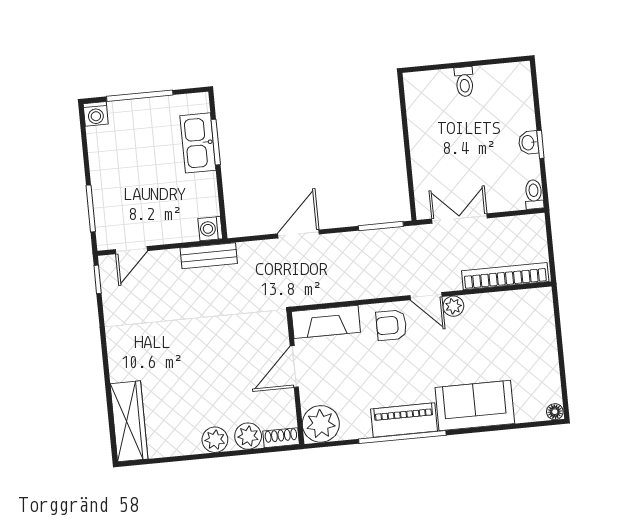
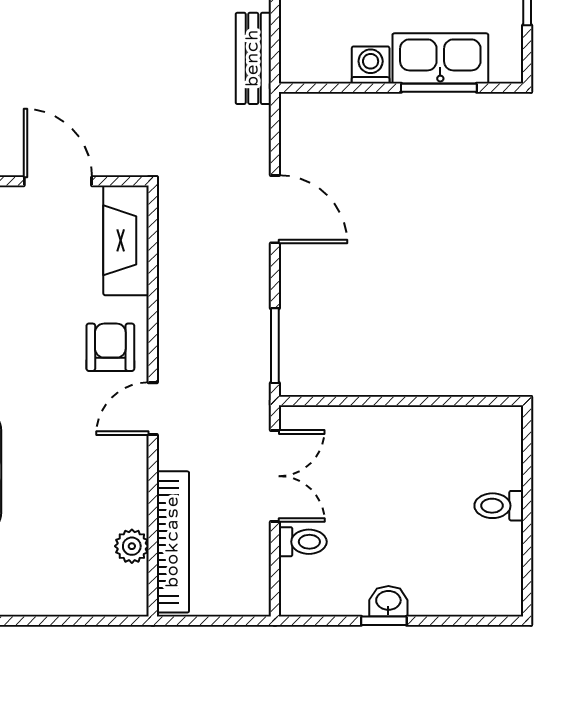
toilet: (534, 194) -> (303, 542), moved
washing machine: (210, 229) -> (371, 65), moved
plant: (453, 306) -> (132, 546), moved

